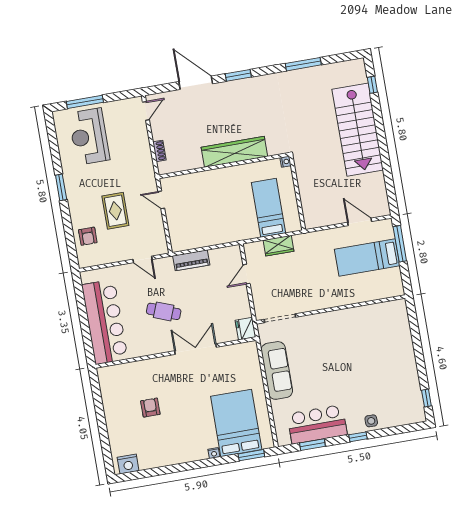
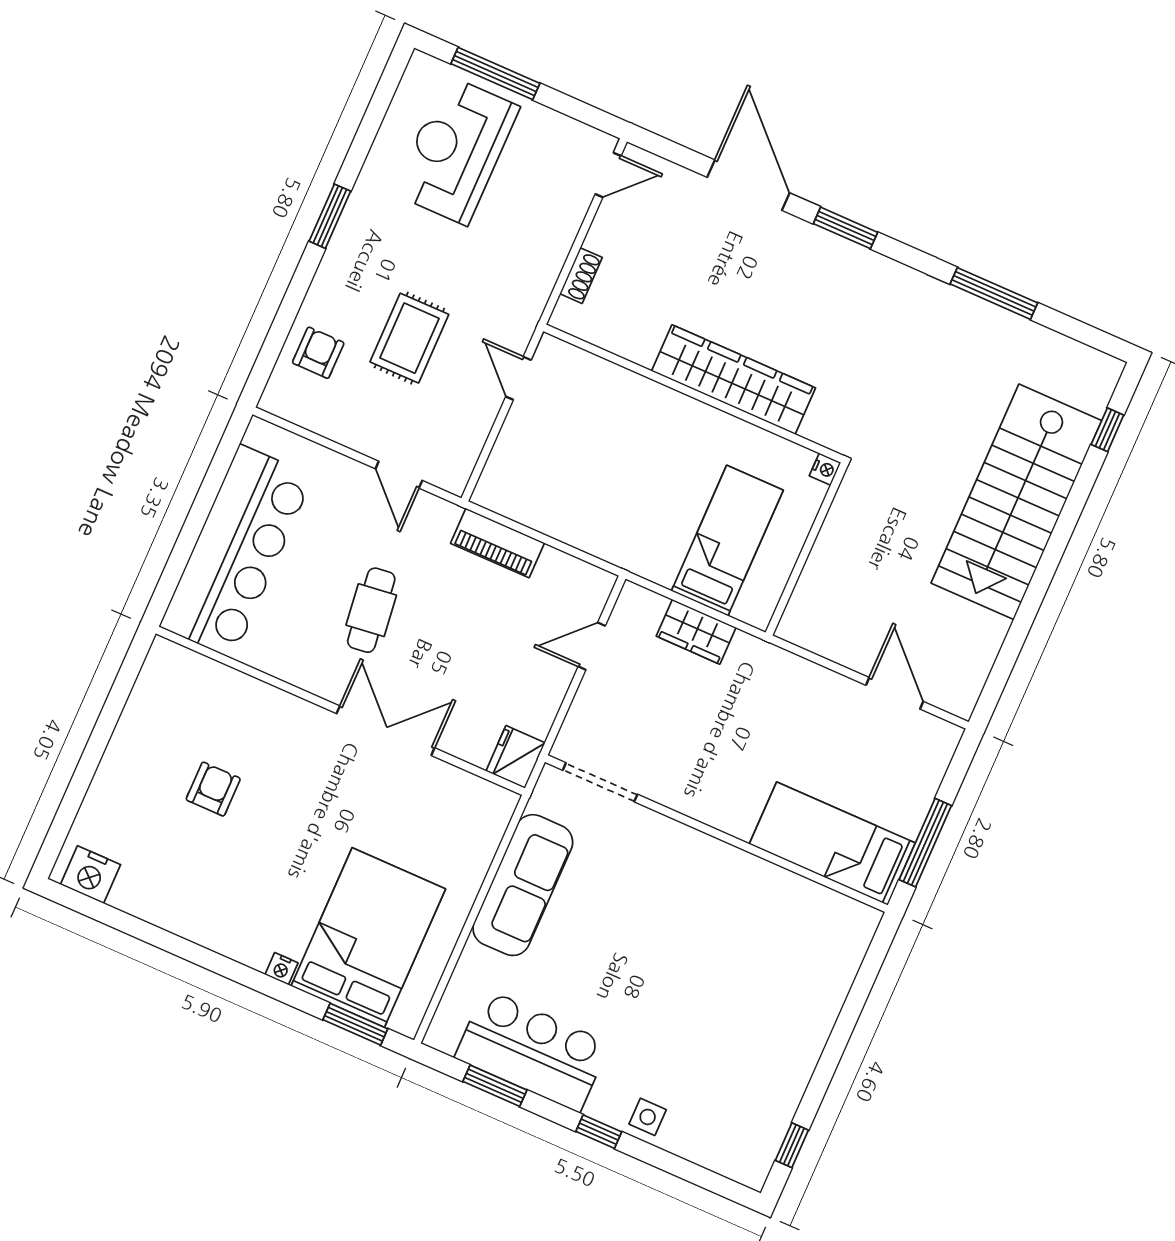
armchair: (88, 236) -> (318, 353), turned 180
window: (400, 244) -> (925, 843), moved
bed: (367, 257) -> (832, 844), moved
cafe table: (164, 311) -> (371, 610), turned 62

